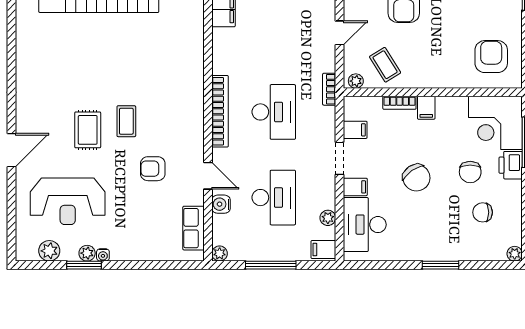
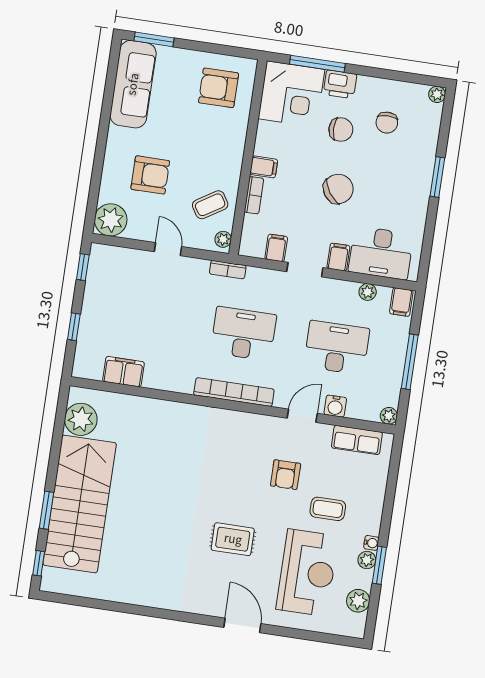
coffee table: (126, 121) -> (328, 509), moved

